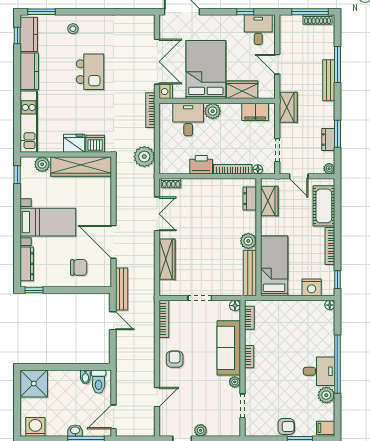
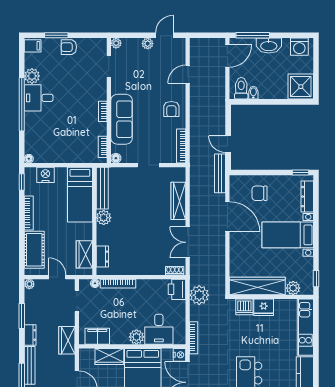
dresser: (328, 139) -> (30, 335), moved
printer: (201, 165) -> (177, 289), moved, turned 90
plant: (235, 382) -> (116, 43), moved
washbasin: (75, 431) -> (269, 46), width x1.91, depth x1.45

